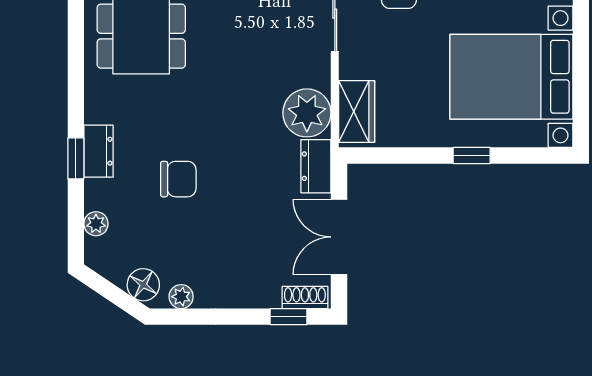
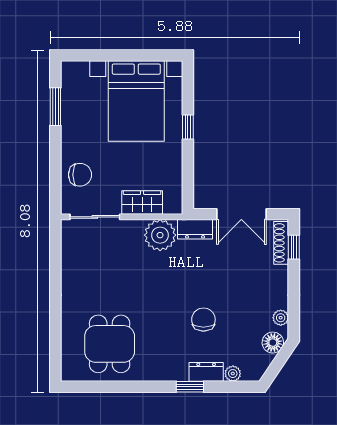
wardrobe: (357, 111) -> (142, 203), moved
dresser: (99, 151) -> (206, 372), moved
shoe rack: (305, 298) -> (281, 243), width x1.43

